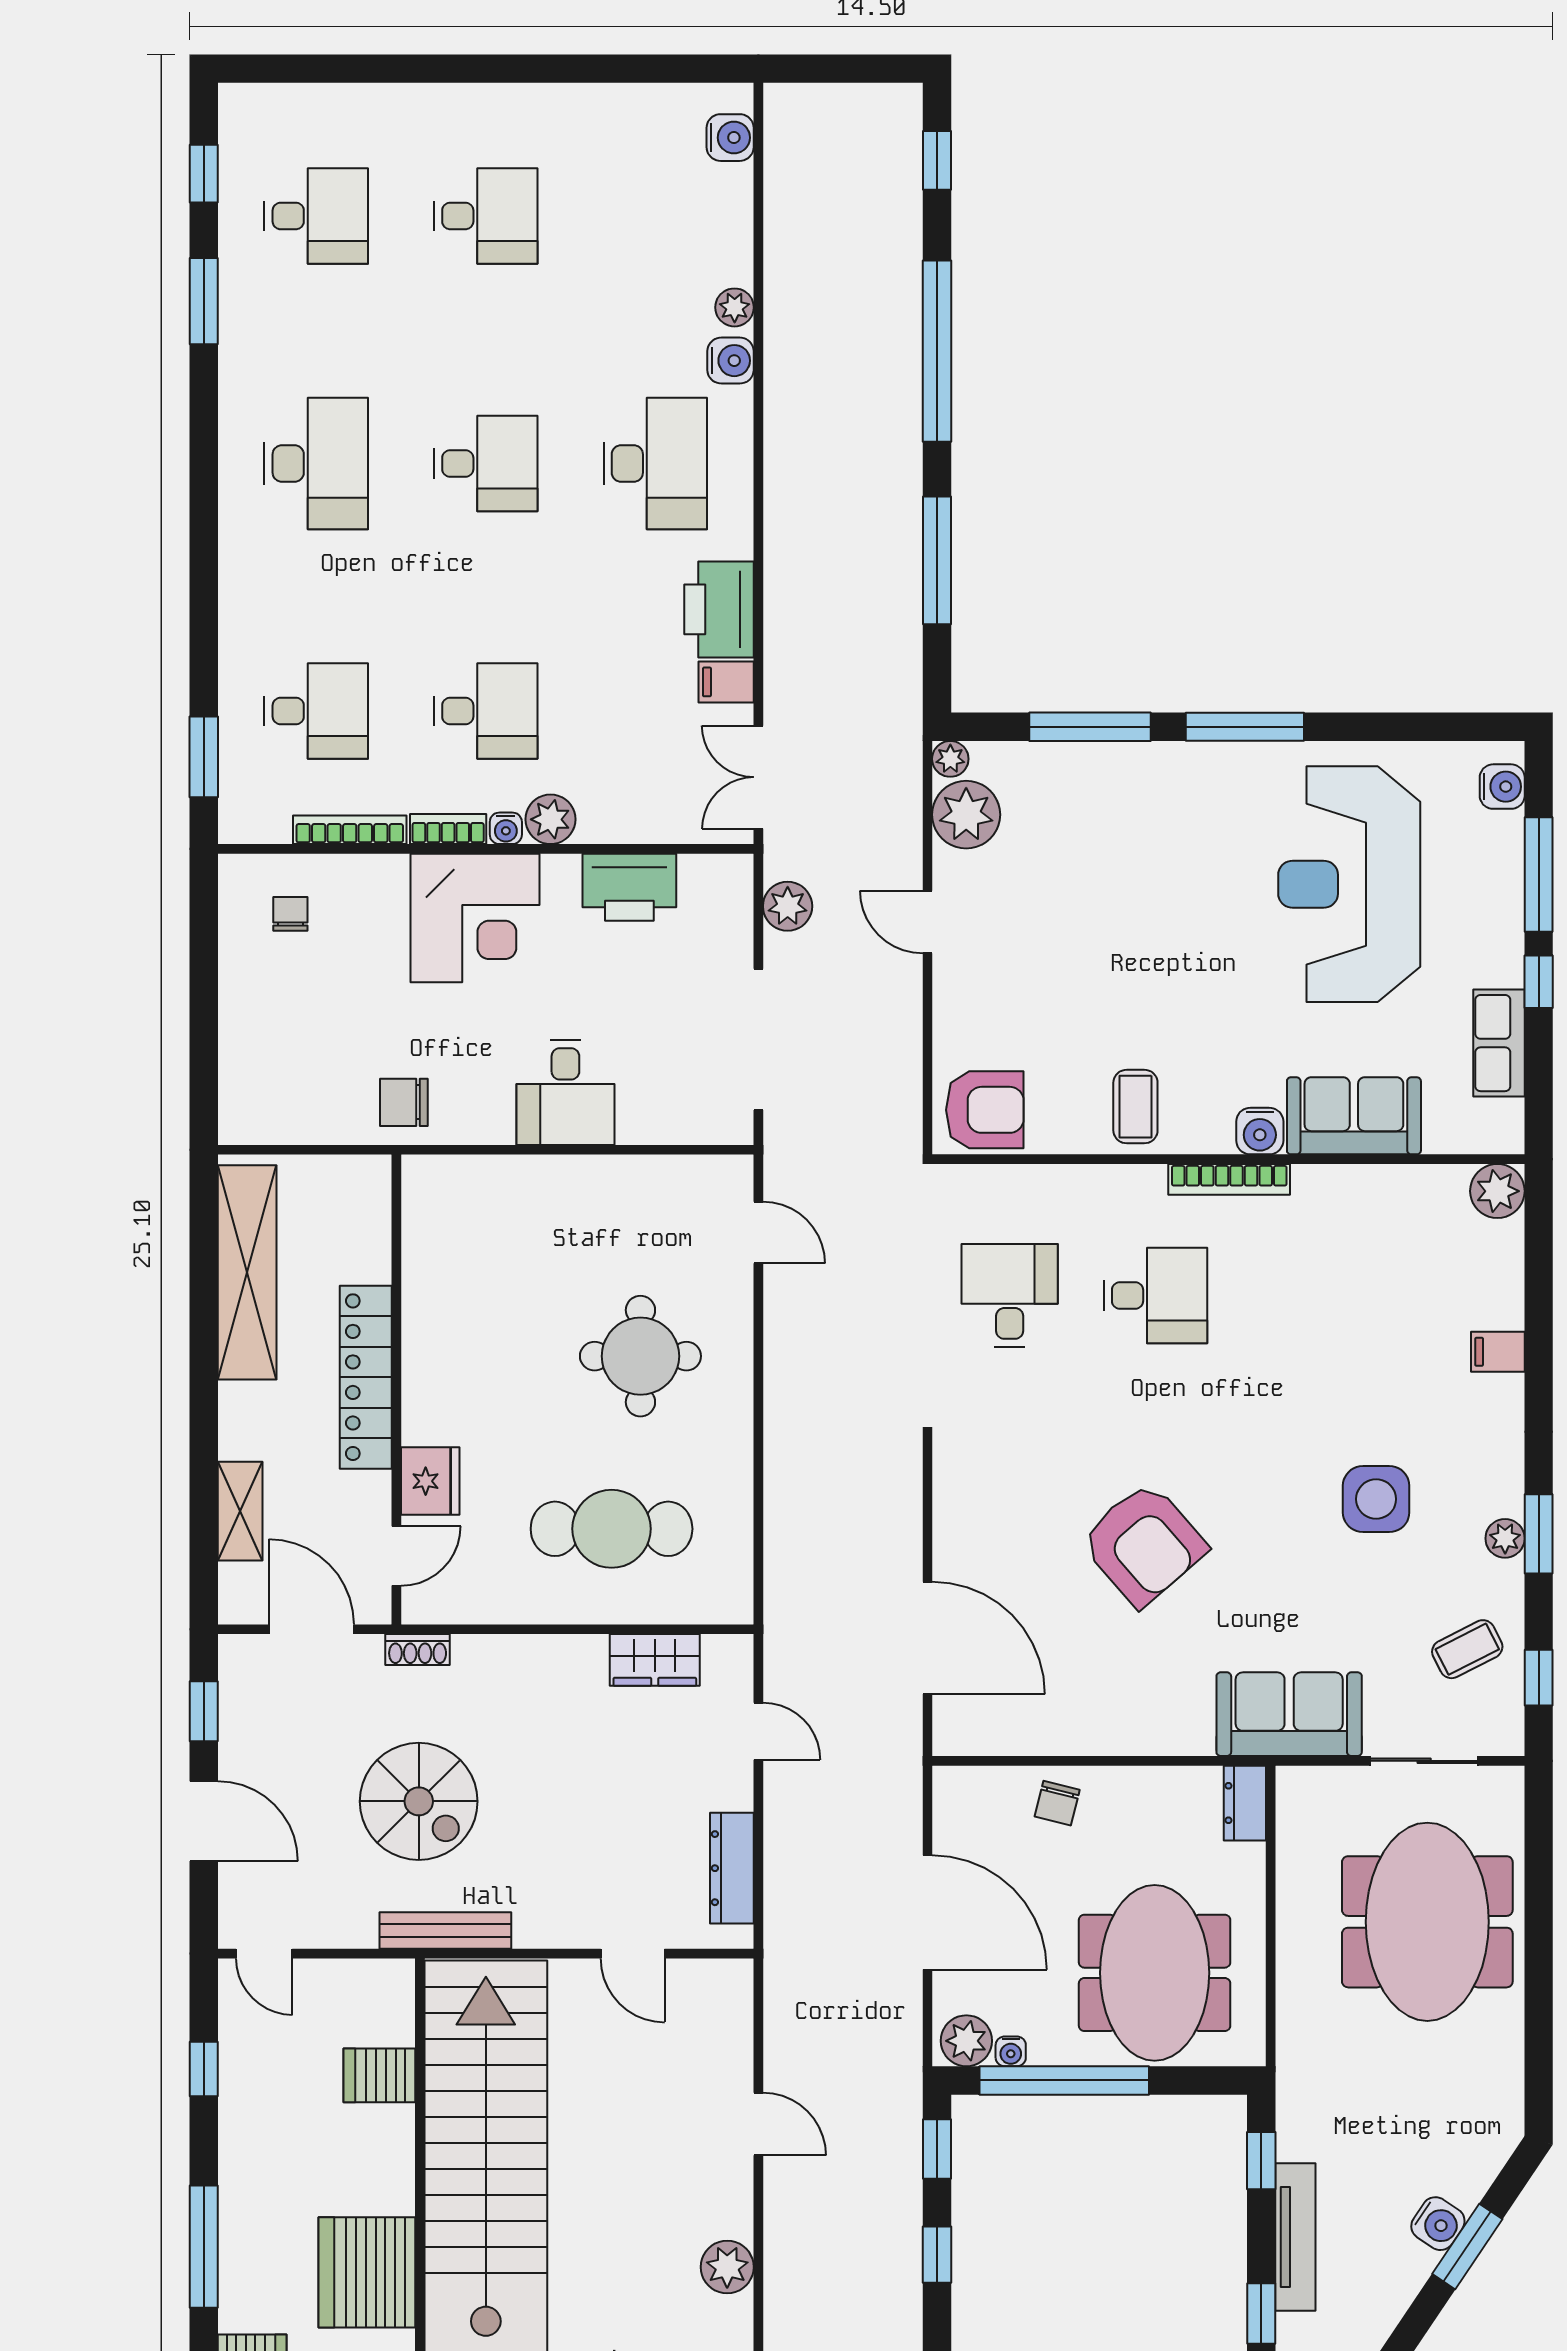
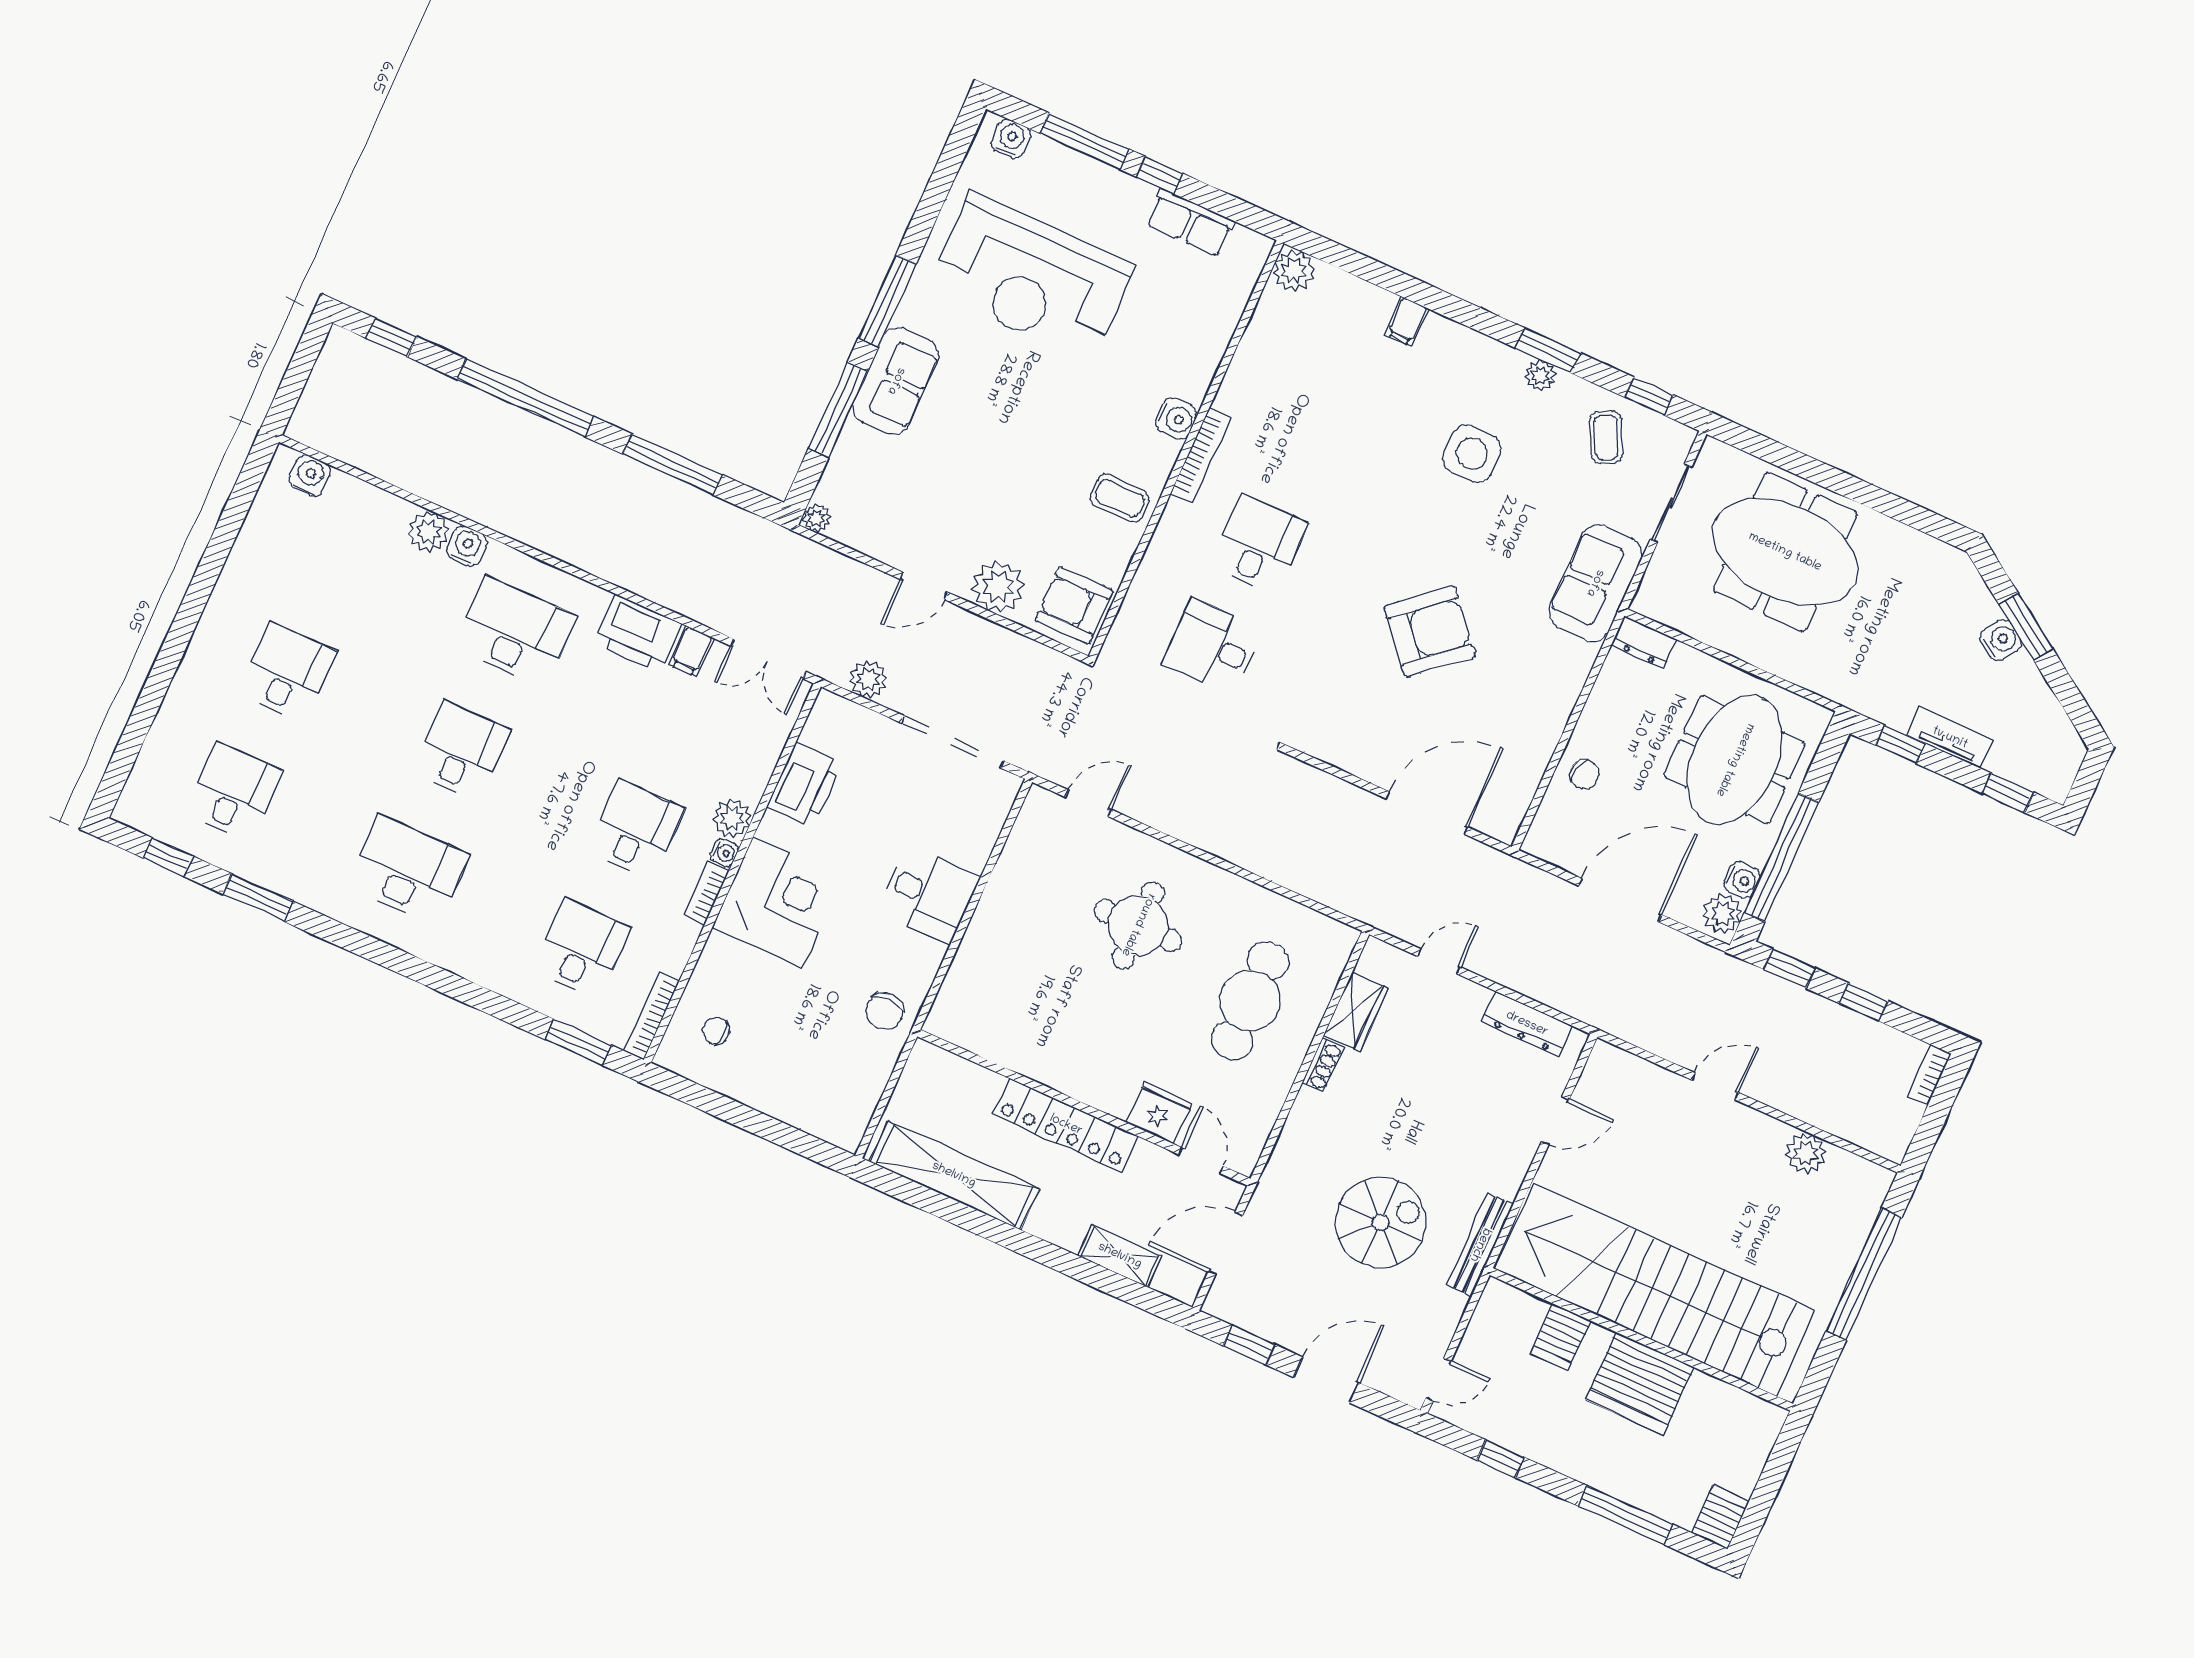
plant: (735, 307) -> (428, 531), width x1.38, depth x1.38
plant: (966, 815) -> (998, 587), moved
bookcase: (350, 830) -> (652, 1016), moved
armchair: (985, 1110) -> (1074, 605), turned -90
sofa: (1354, 1116) -> (896, 381), moved, turned 180
shoe rack: (418, 1650) -> (1323, 1065), moved
meeting table: (1155, 1973) -> (1735, 760), turned 90
water cooler: (1011, 2051) -> (1742, 880), width x1.38, depth x1.38
tv unit: (1295, 2237) -> (1950, 738), width x0.71
server rack: (367, 2272) -> (1640, 1384), moved

